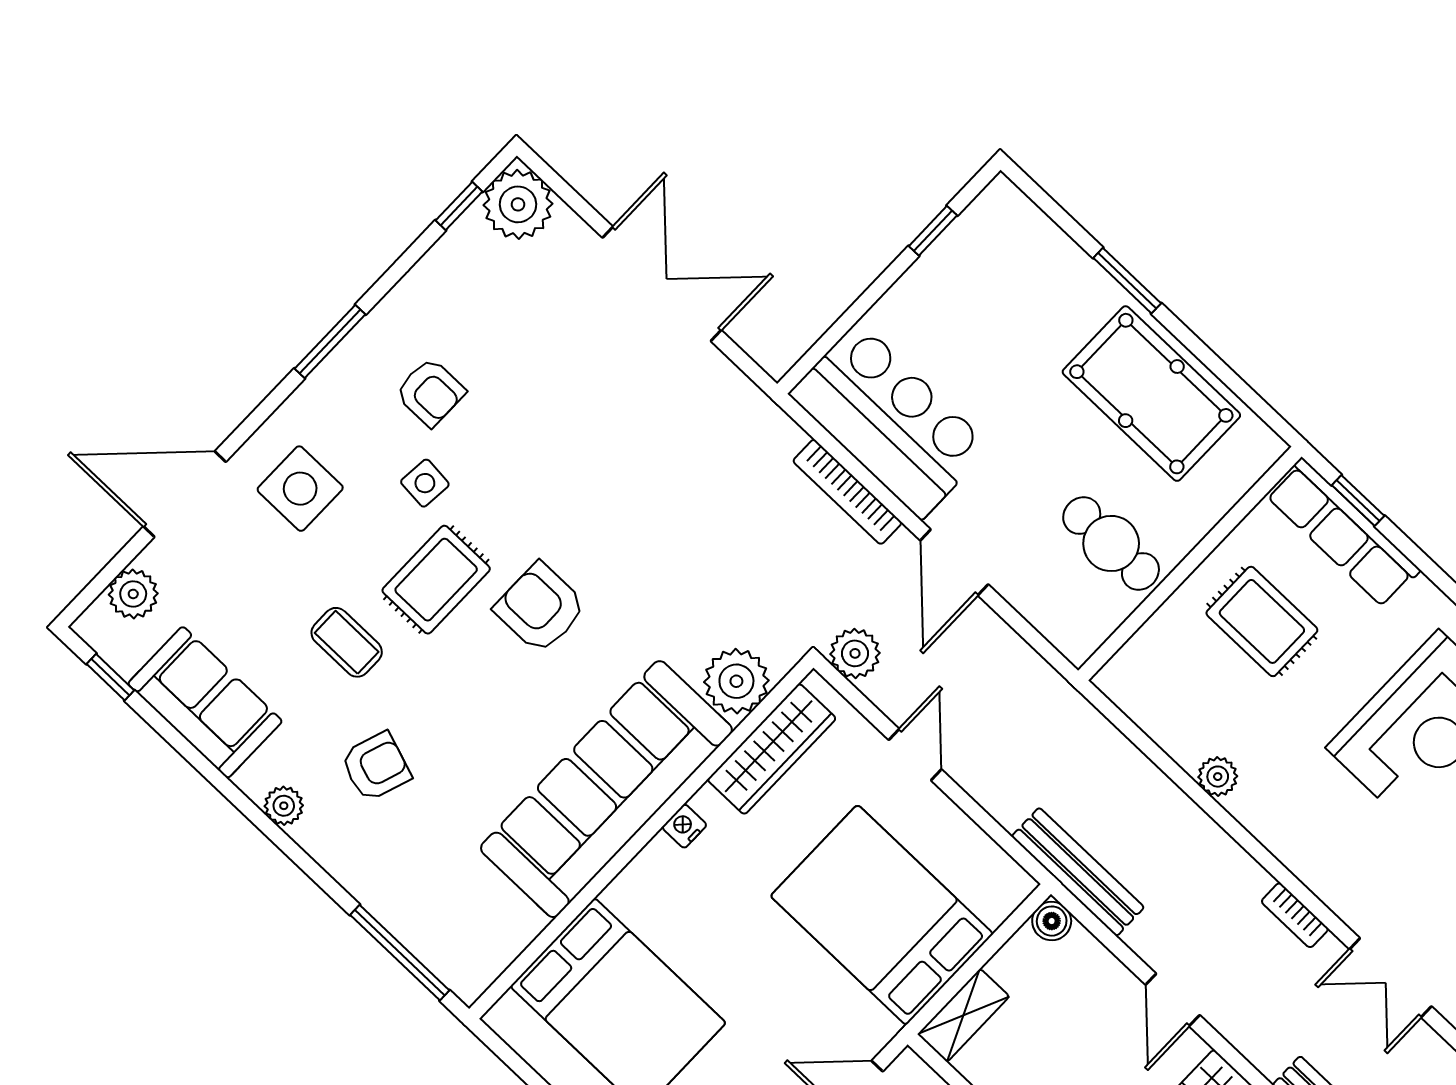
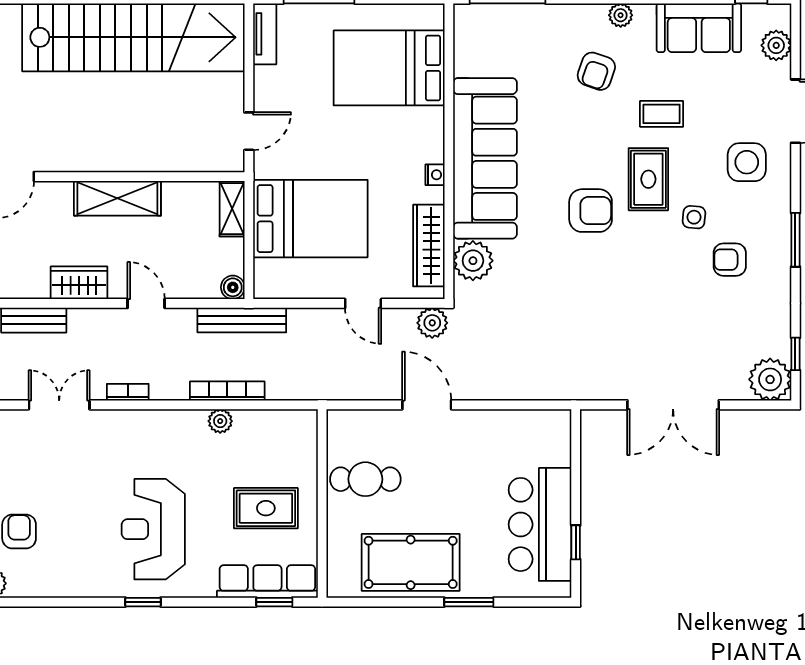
bar counter: (890, 420) -> (540, 524), moved, turned 90
bookcase: (847, 492) -> (227, 391), moved

